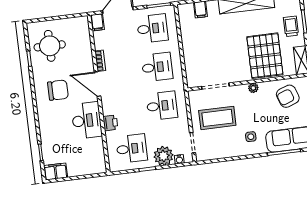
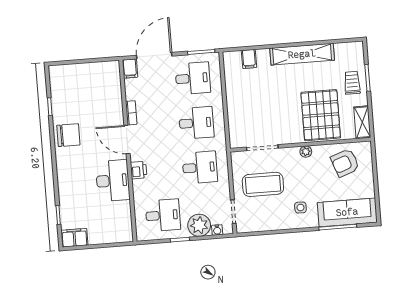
round table: (50, 46) -> (74, 93), removed
chair: (58, 90) -> (68, 135), moved
printer: (110, 123) -> (139, 170), moved

